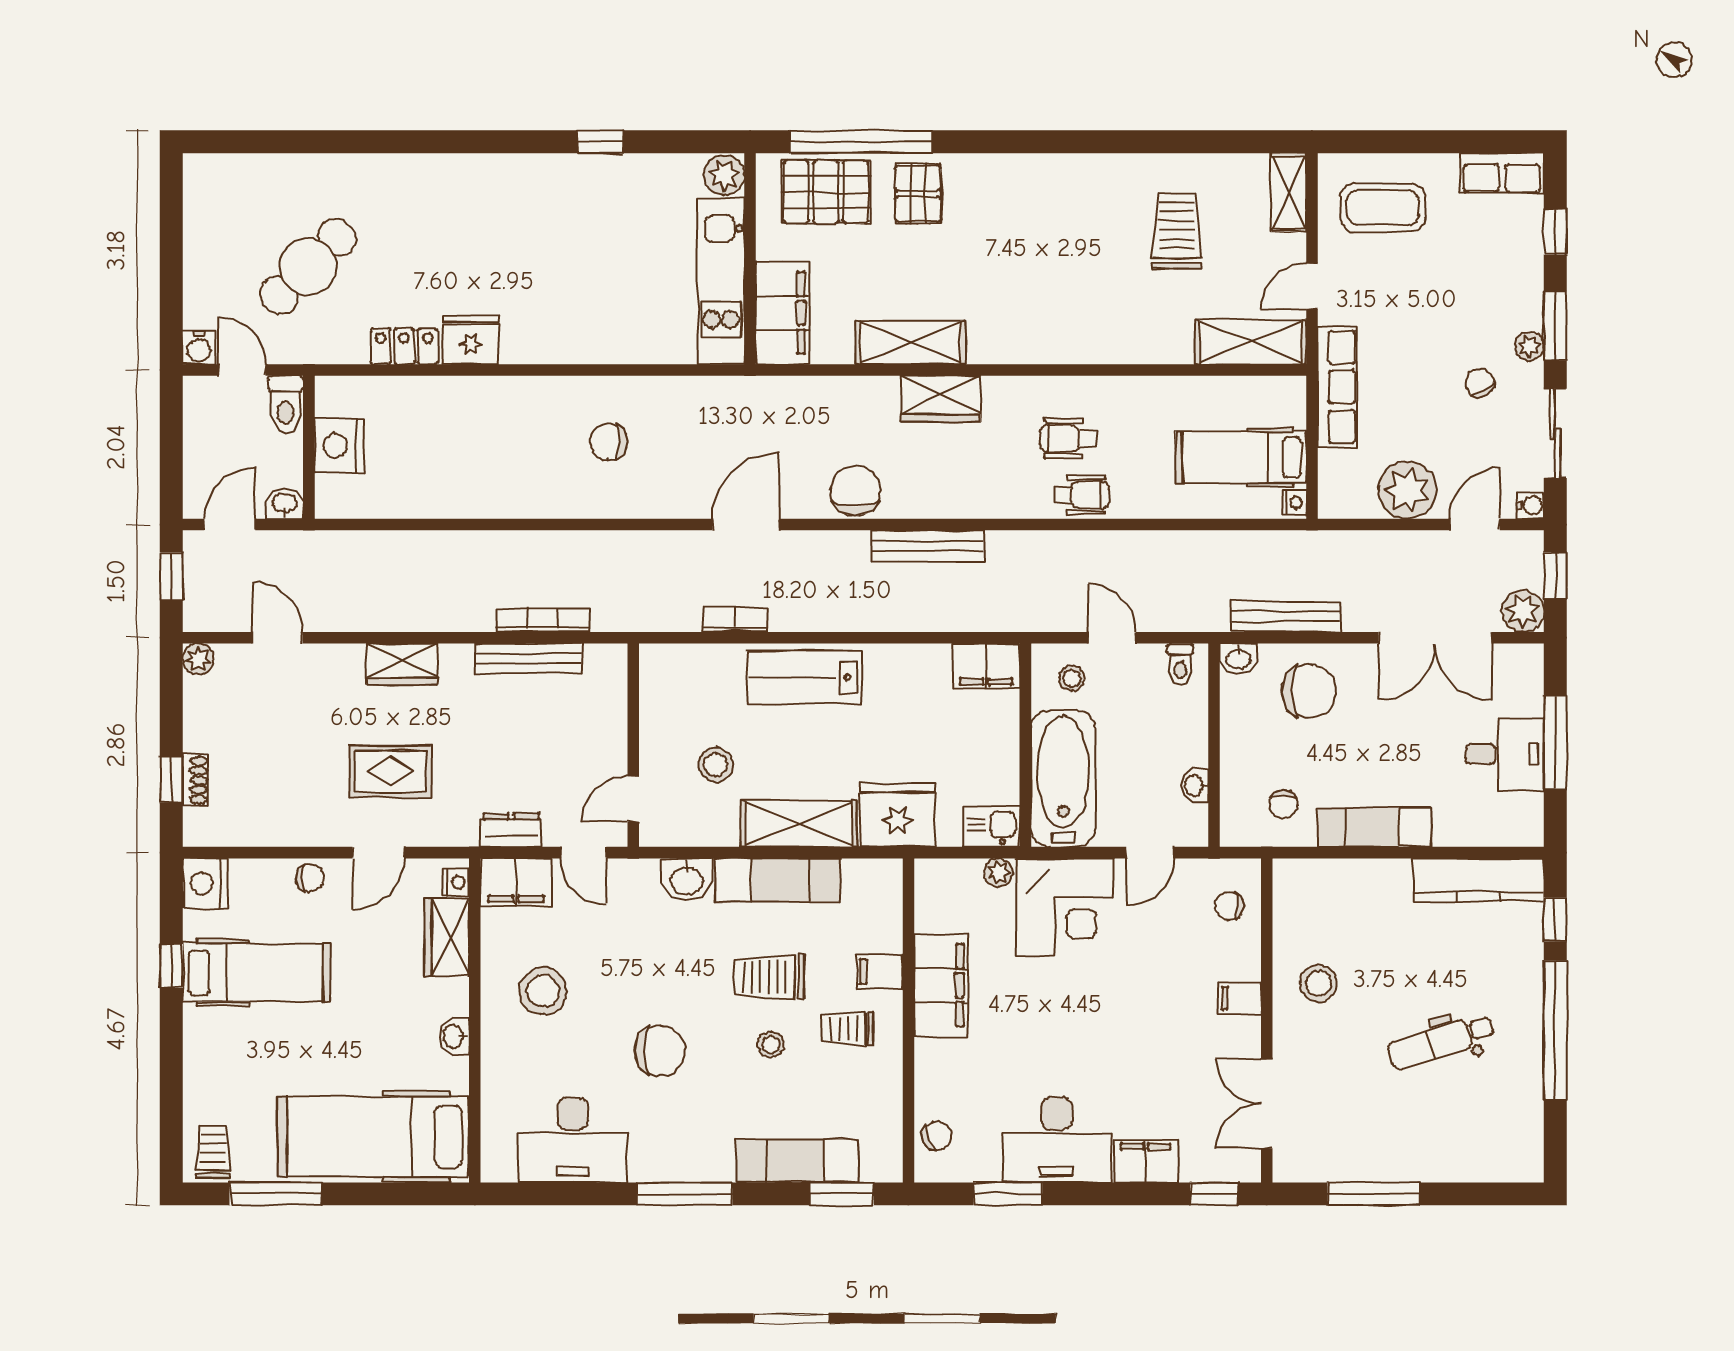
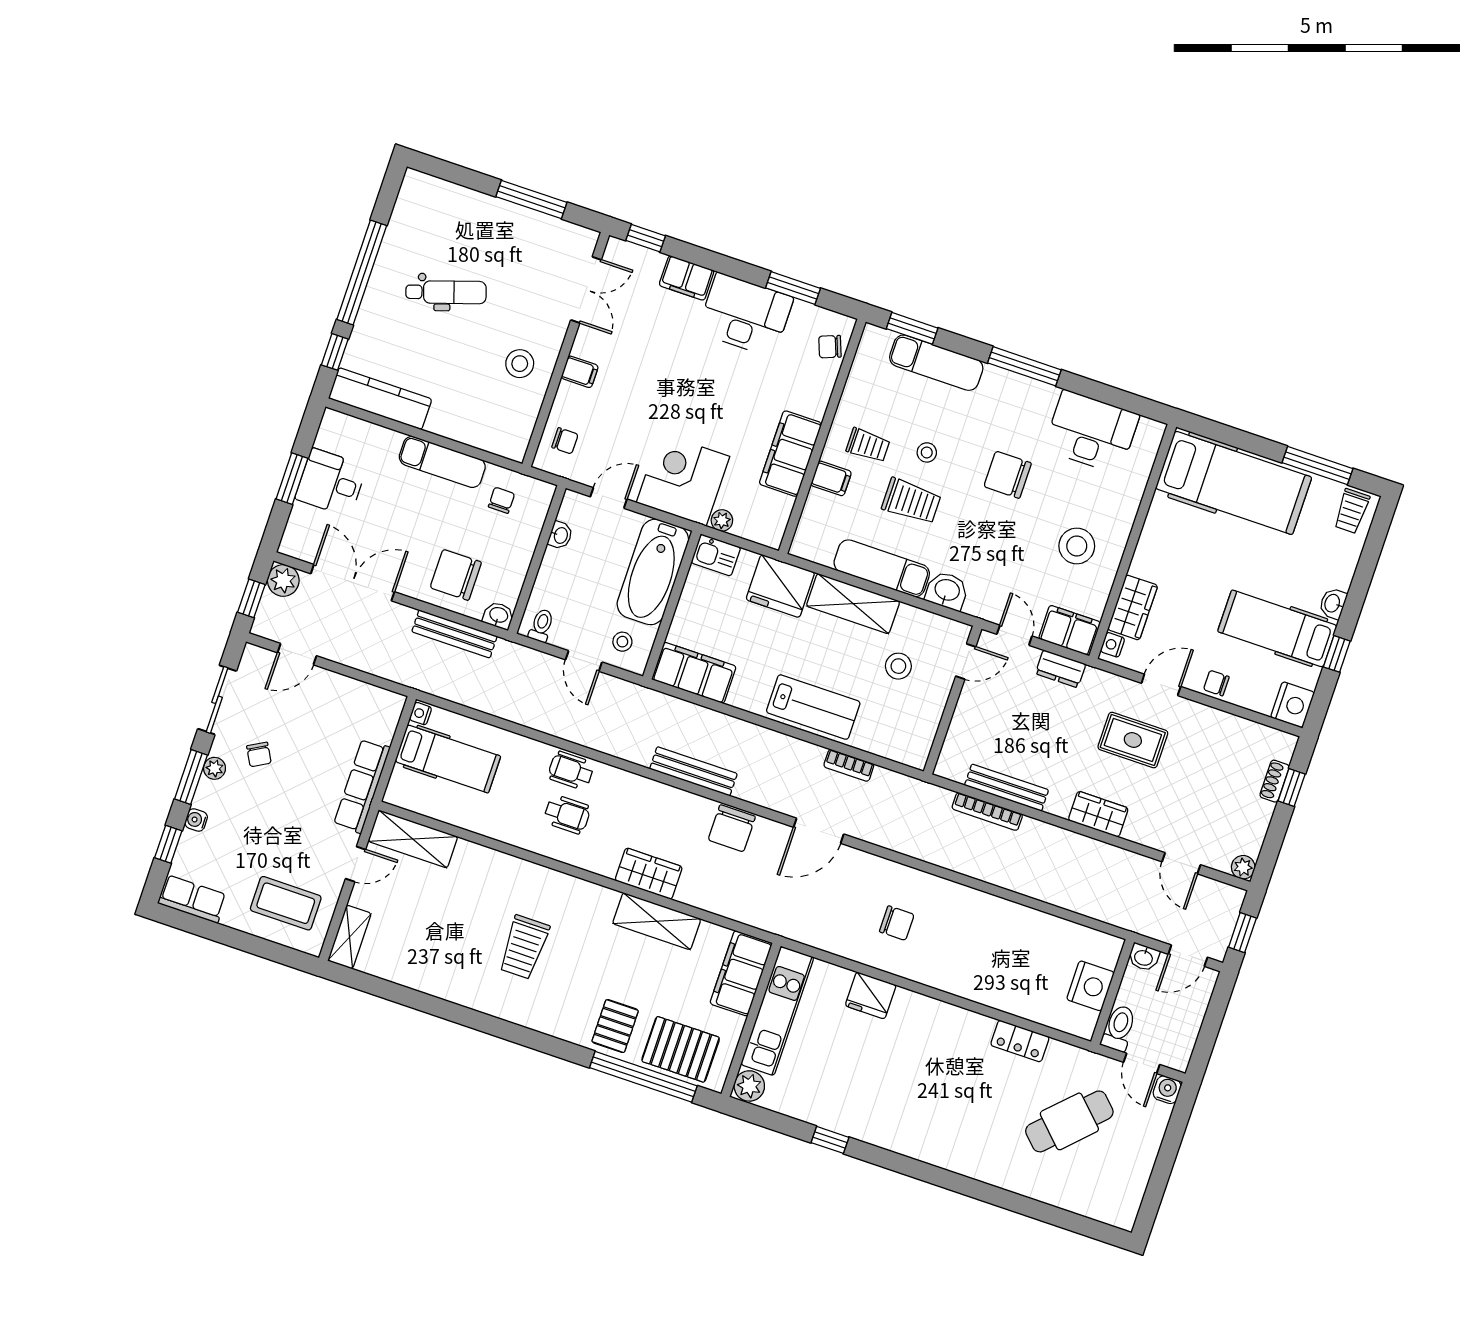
trolley: (1177, 231) -> (524, 947), moved
fridge: (471, 340) -> (871, 995), moved
plant: (1408, 490) -> (337, 695), removed
water cooler: (1530, 505) -> (196, 820), moved
filing cabinet: (986, 666) -> (694, 673), width x1.50, depth x1.17
window: (1555, 742) -> (292, 479), width x0.69
washbasin: (454, 1036) -> (1333, 603), moved, turned 180

